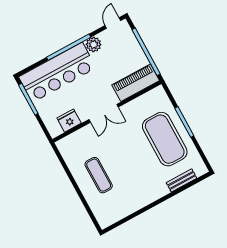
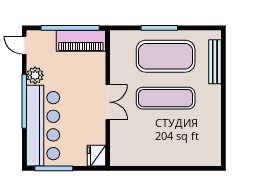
piano: (136, 83) -> (81, 41), moved, turned -90
fridge: (69, 121) -> (96, 156), moved
exercise mat: (99, 175) -> (166, 98), moved, width x1.36, depth x1.45
bench: (182, 180) -> (215, 62), width x1.36

